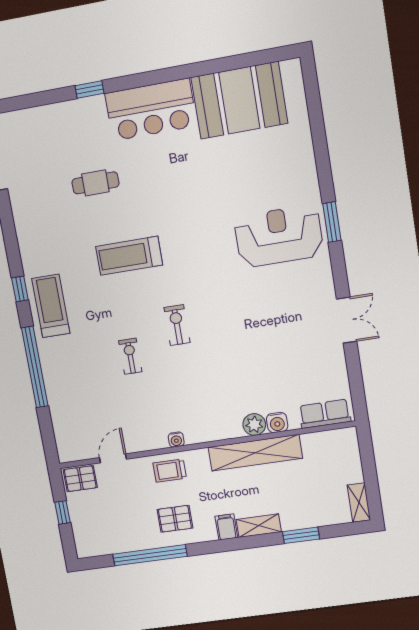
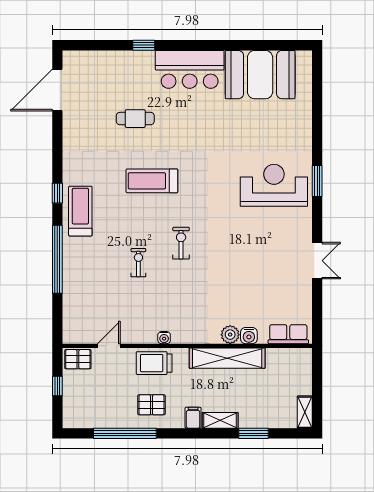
trolley: (170, 471) -> (154, 363), width x1.36, depth x1.39

